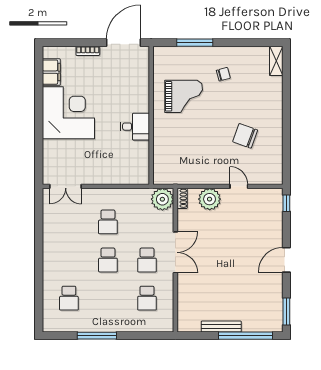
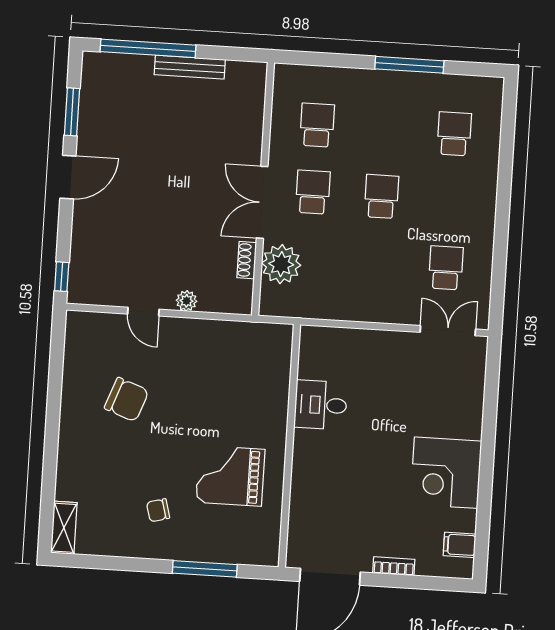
filing cabinet: (51, 72) -> (460, 545), width x0.50
corner desk: (68, 113) -> (446, 473), width x0.74, depth x0.74
desk: (135, 127) -> (321, 405), moved
shoe rack: (182, 198) -> (247, 260), moved
plant: (162, 199) -> (281, 264), moved
plant: (210, 199) -> (186, 301), width x0.53, depth x0.53
school desk: (108, 222) -> (446, 268), moved
window: (286, 312) -> (72, 112), moved

